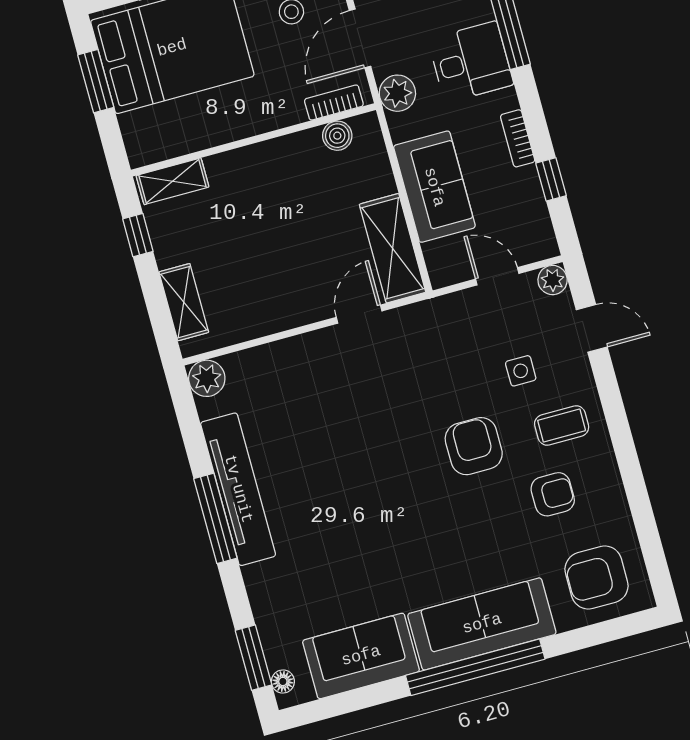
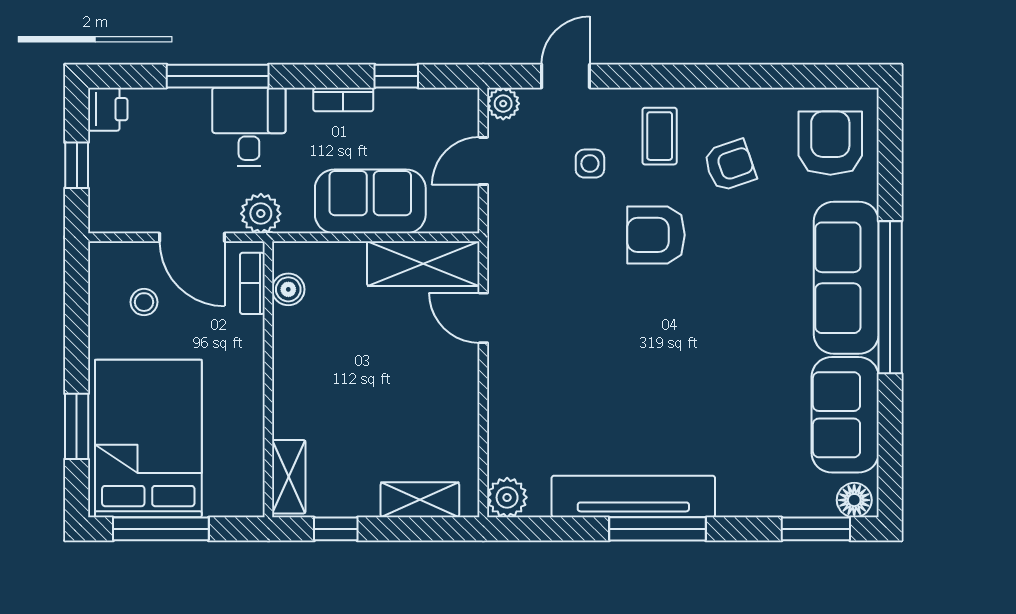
window: (96, 81) -> (161, 529), width x1.44
armchair: (553, 494) -> (730, 165), turned 71
armchair: (597, 577) -> (830, 143), turned 180
floor lamp: (283, 681) -> (854, 500), width x1.37, depth x1.37

